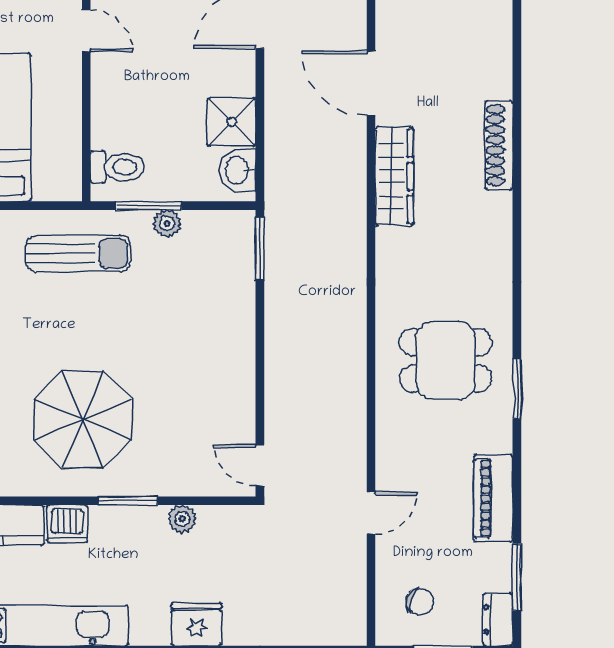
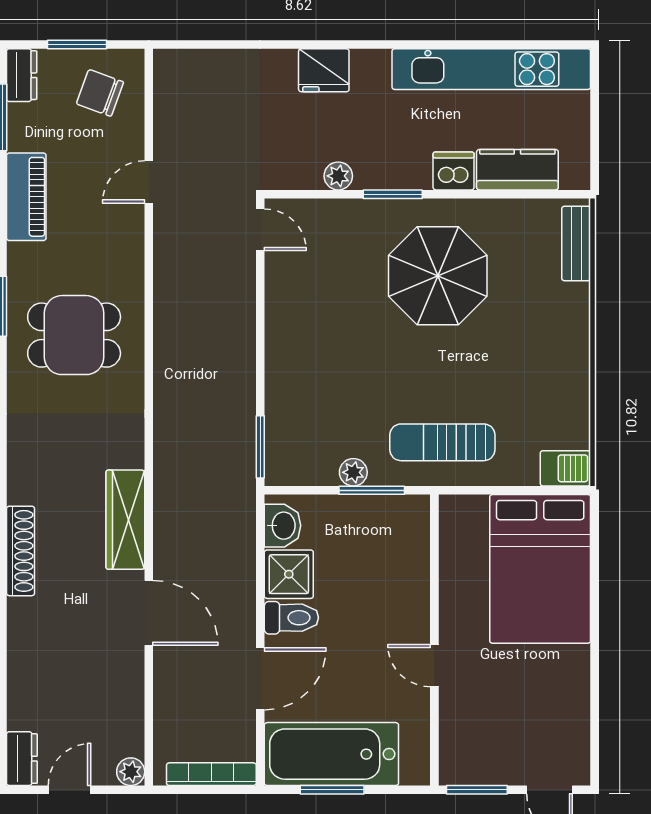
toilet: (117, 167) -> (291, 618), moved, turned 180
chair: (420, 602) -> (100, 93), width x1.37, depth x1.37

